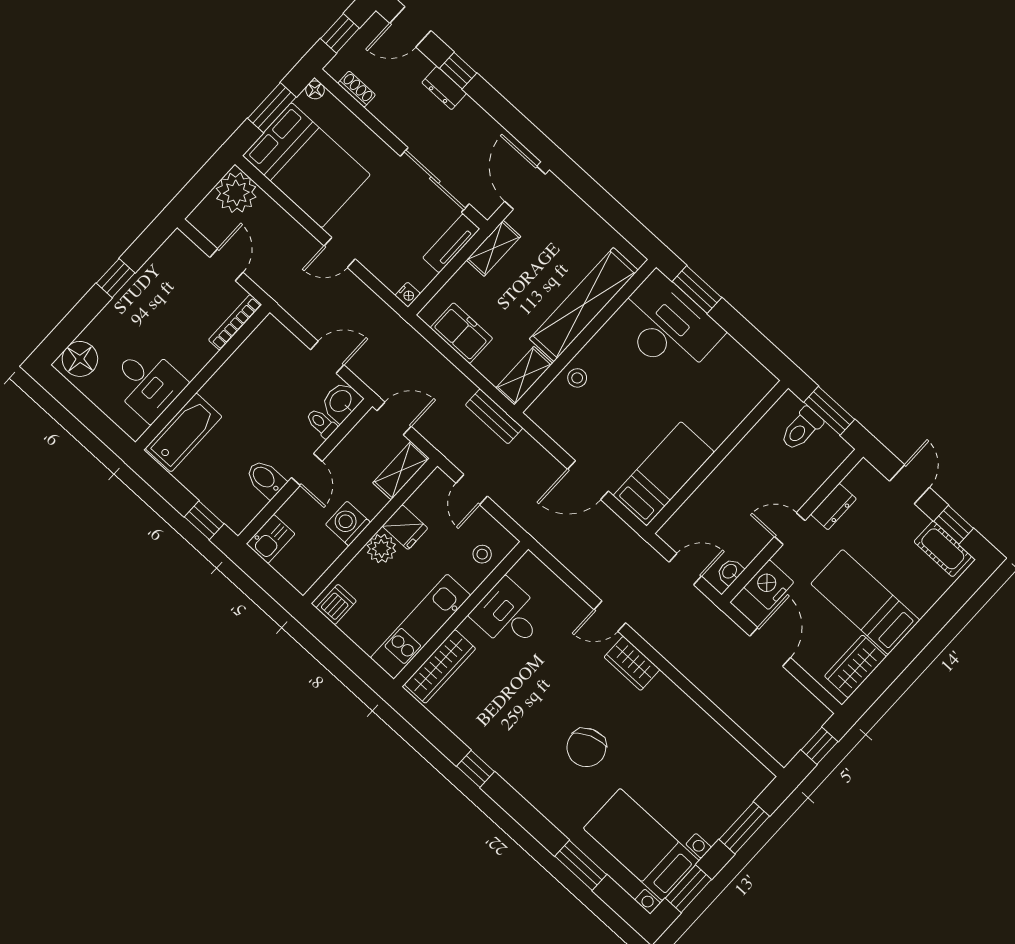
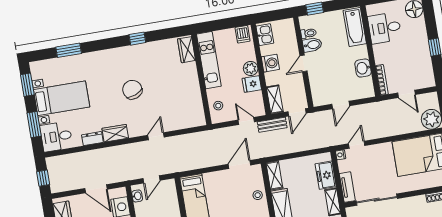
door: (340, 252) -> (357, 145), moved
freezer: (461, 333) -> (326, 175), moved, turned 90
washbasin: (341, 402) -> (363, 68), moved, turned 180
bench: (494, 416) -> (272, 125), moved
toilet: (321, 423) -> (309, 33), moved
door: (307, 470) -> (303, 63), hinge flipped
door: (588, 480) -> (239, 165), moved
kitchen sink: (271, 539) -> (265, 35), moved, turned 180
desk: (508, 615) -> (56, 137), moved, turned 180
wardrobe: (632, 663) -> (115, 133), moved
wardrobe: (440, 666) -> (187, 50), width x0.67
dresser: (693, 716) -> (92, 139), added
chair: (586, 747) -> (132, 90), moved
bed with nightstands: (641, 845) -> (62, 98), moved

